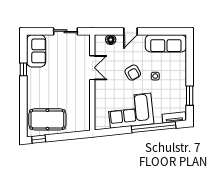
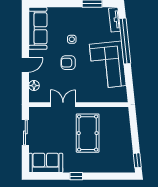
door: (131, 31) -> (25, 65), hinge flipped
window: (23, 69) -> (76, 176), moved
armchair: (133, 73) -> (68, 63), turned -151
pool table: (47, 119) -> (88, 133), moved

